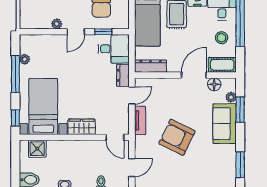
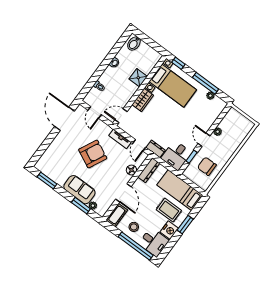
floor lamp: (214, 84) -> (131, 170), moved
shower: (37, 149) -> (138, 78), moved

